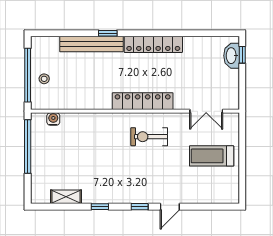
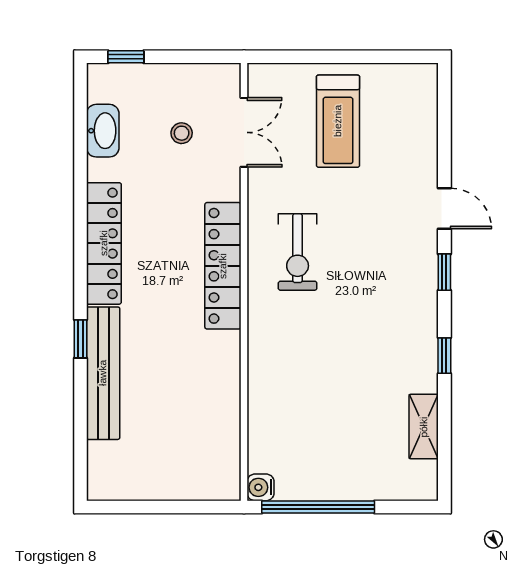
washbasin: (232, 56) -> (103, 131), moved, turned -90
window: (28, 75) -> (168, 507), removed
stool: (44, 79) -> (182, 133), moved
water cooler: (53, 119) -> (261, 487), moved

